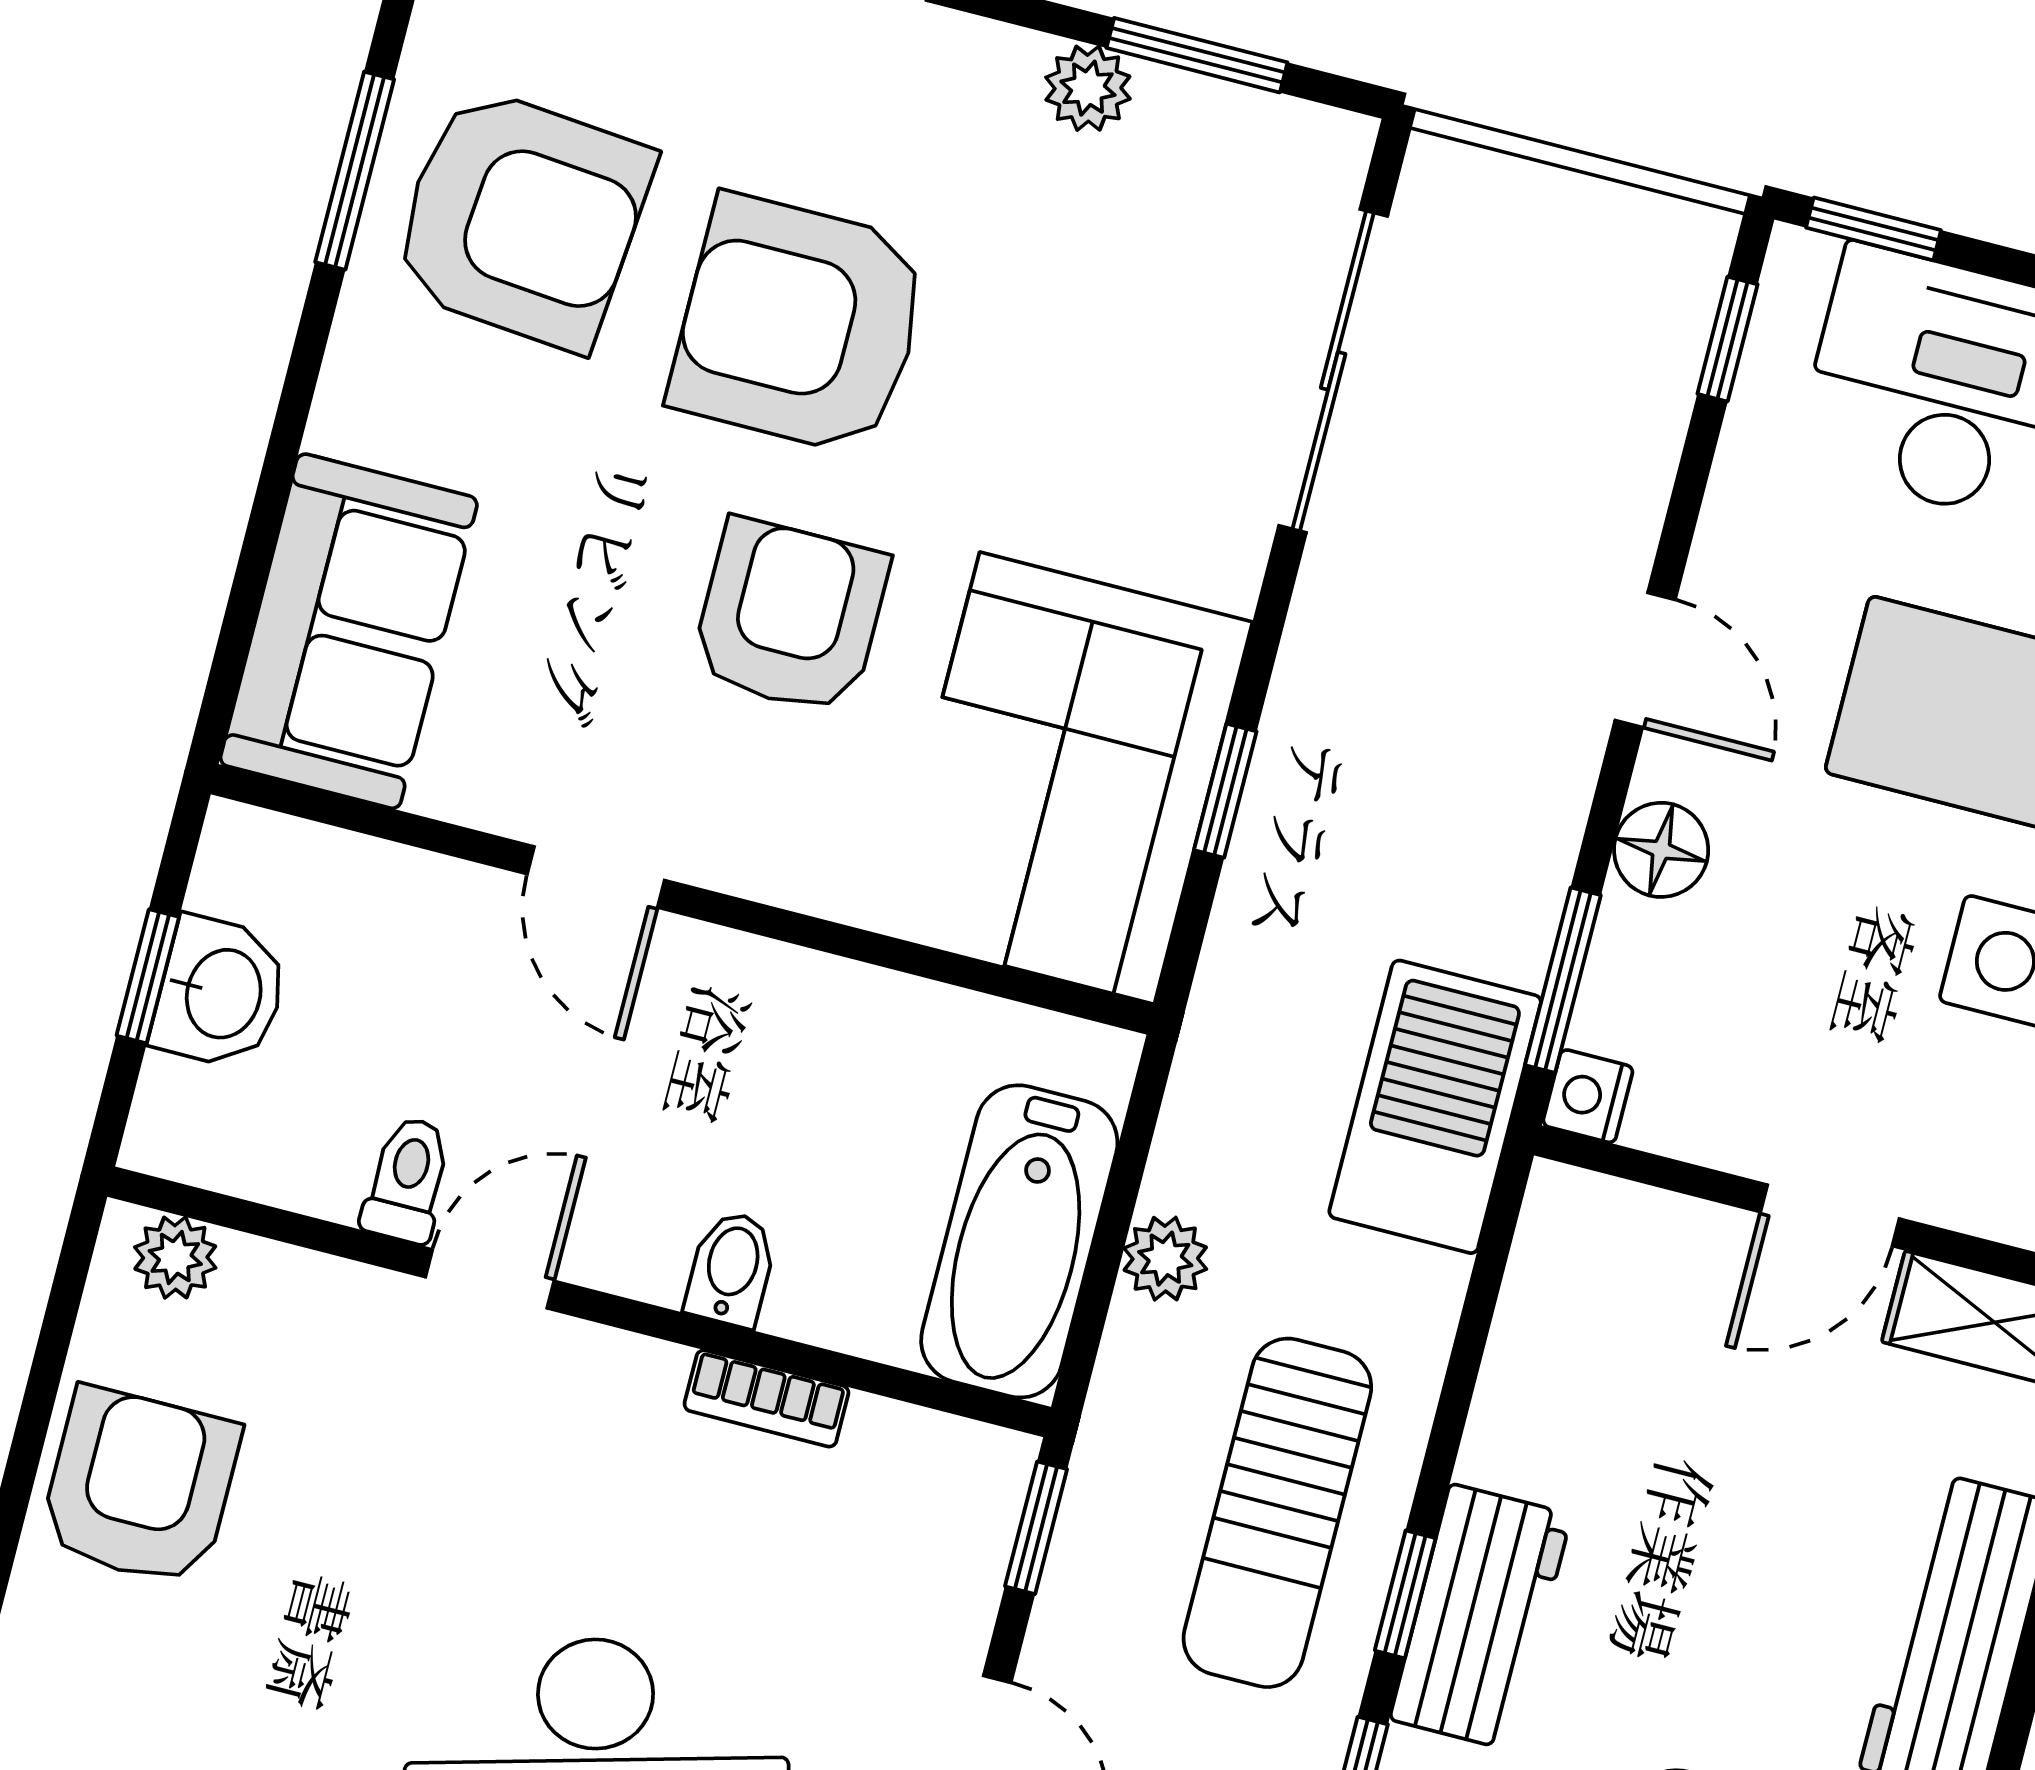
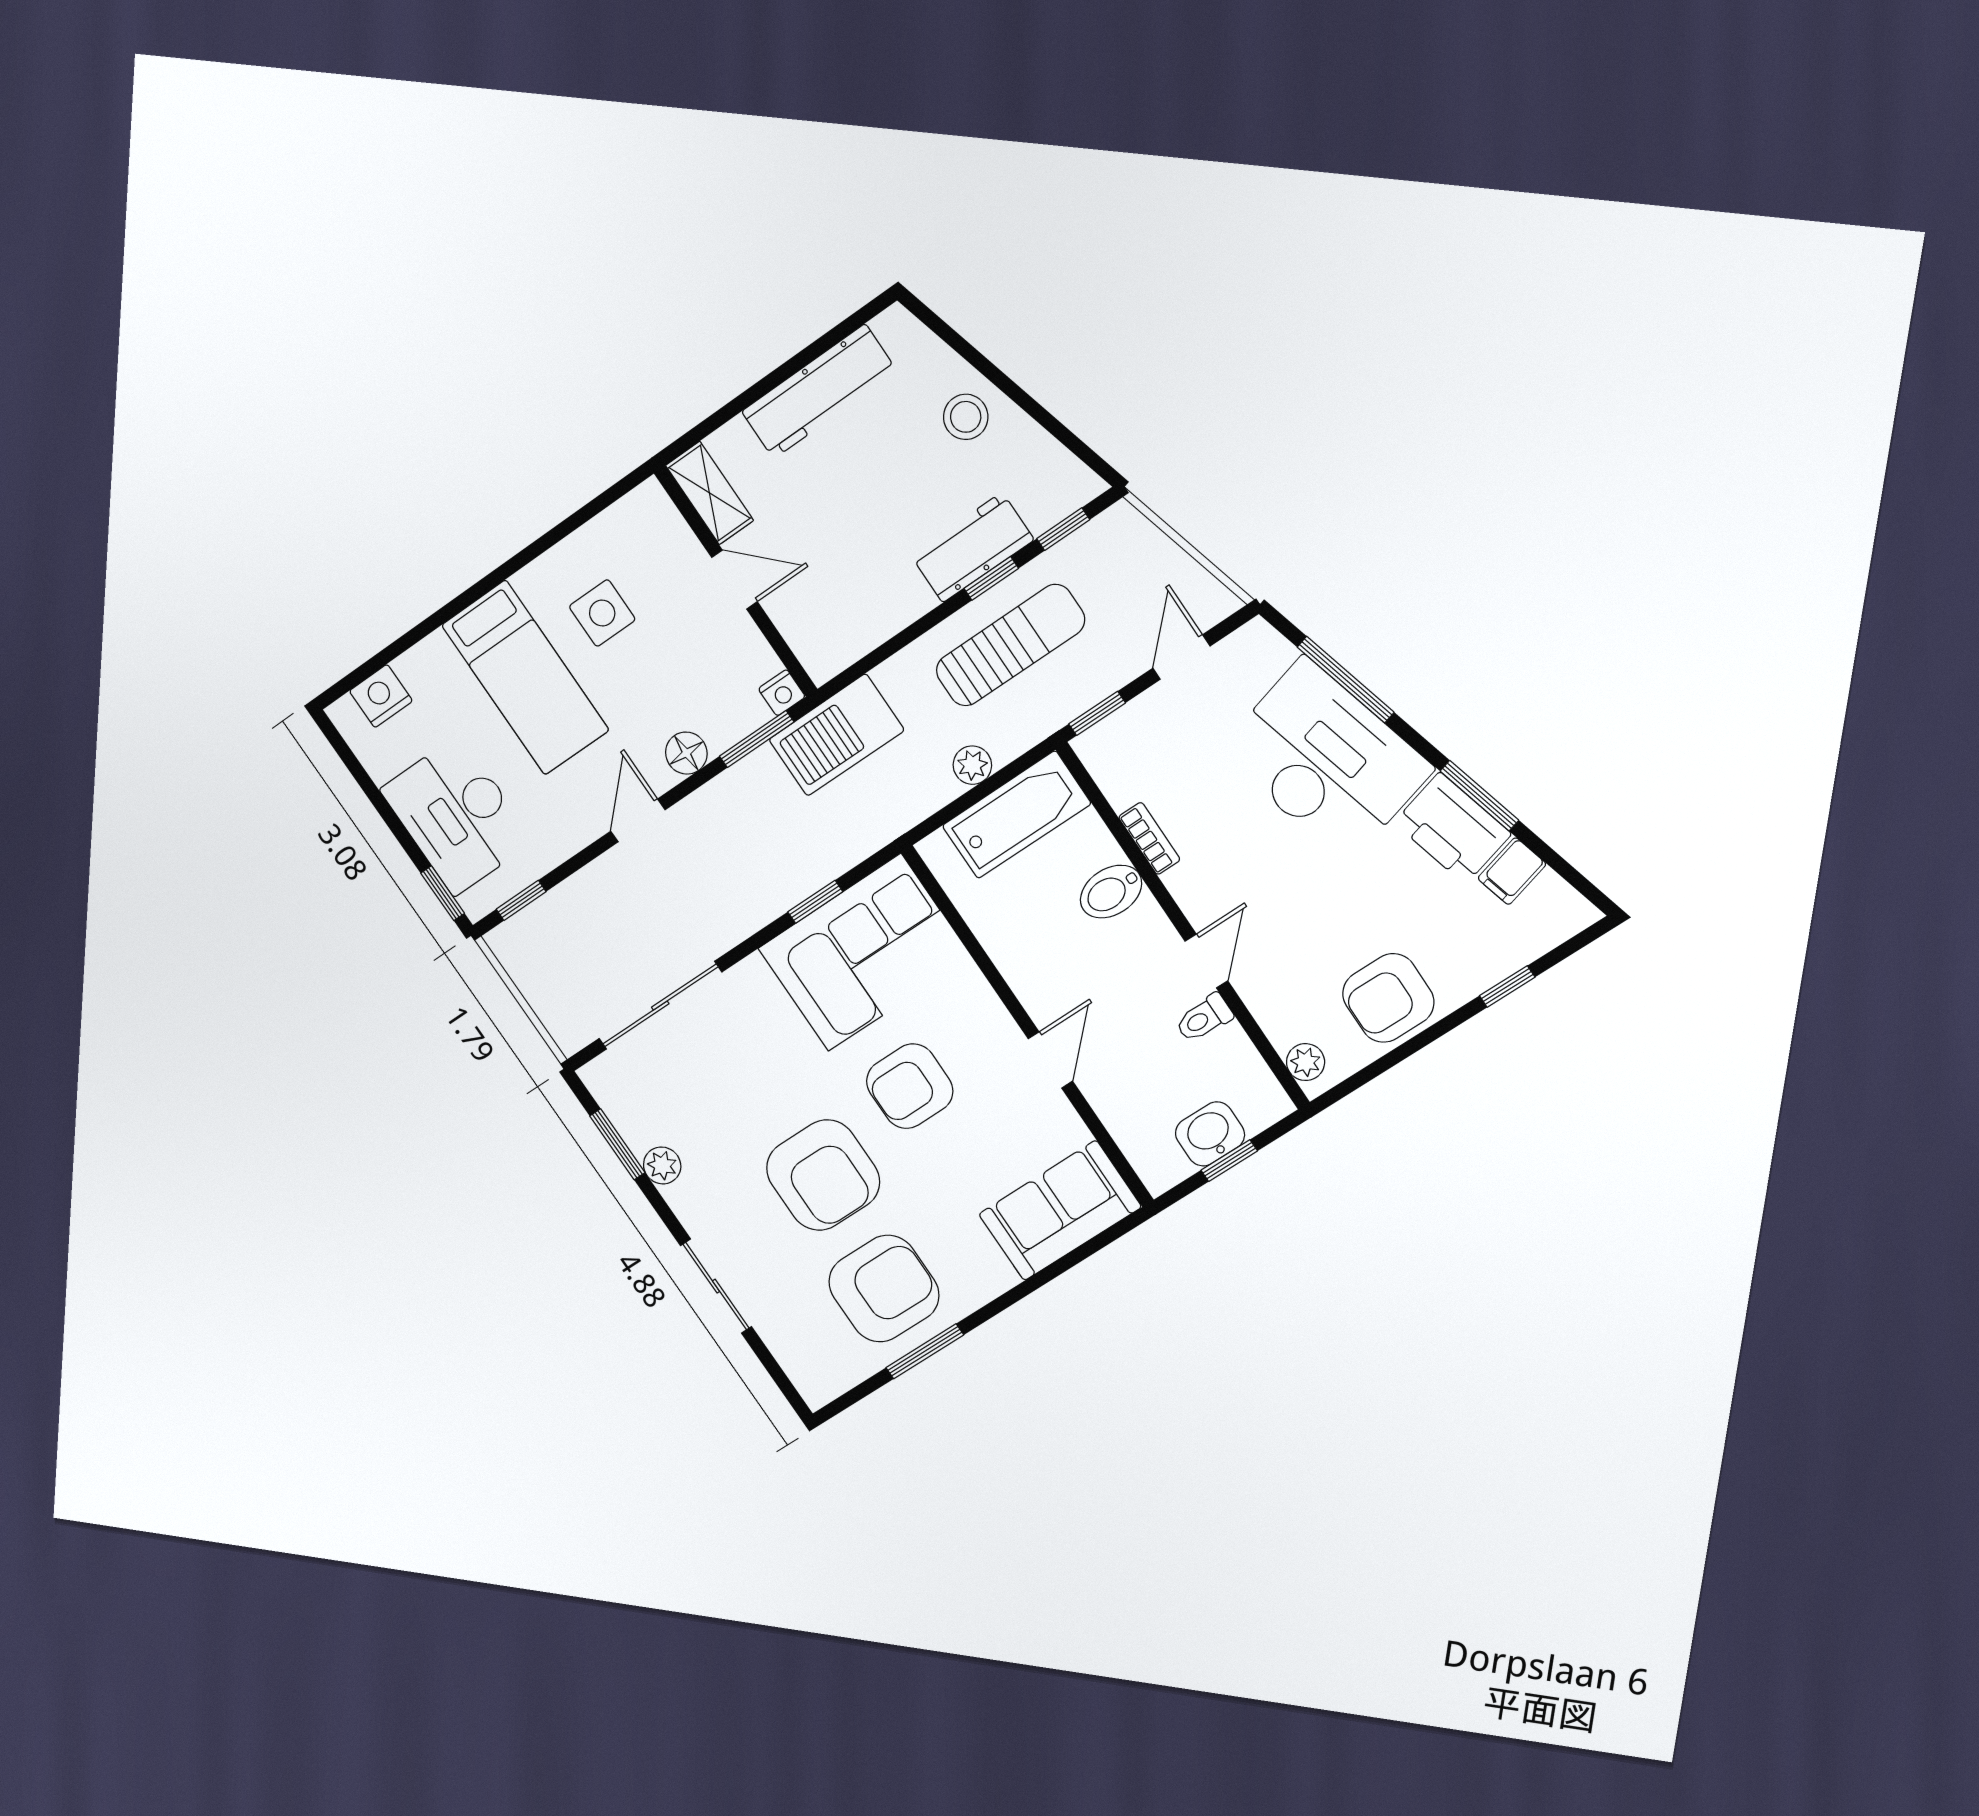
armchair: (521, 218) -> (884, 1289), turned 85
bidet: (731, 1269) -> (1111, 892), width x1.38, depth x1.36
door: (490, 1279) -> (1206, 961), swing flipped

